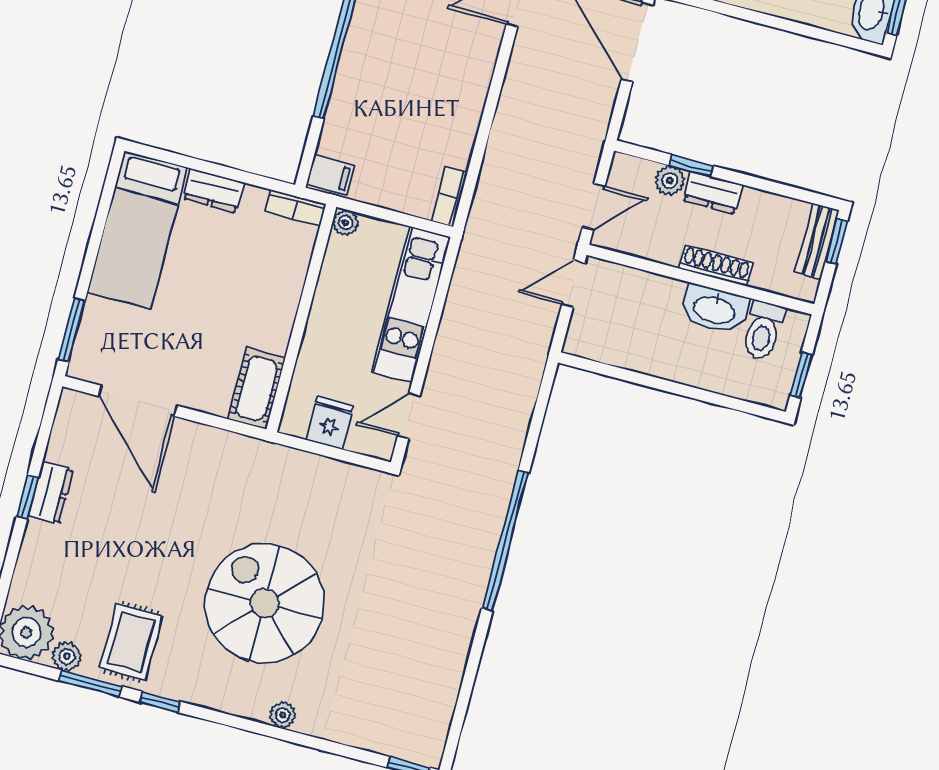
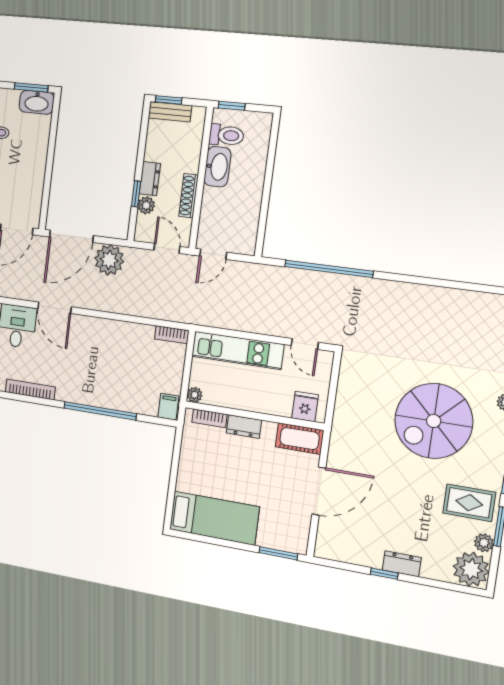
plant: (588, 104) -> (109, 260), added
dresser: (214, 191) -> (244, 427), moved, turned 90
bookcase: (296, 208) -> (209, 418), moved, turned 90
shoe rack: (716, 266) -> (189, 196), moved
door: (573, 284) -> (213, 254), hinge flipped
window: (801, 375) -> (232, 106), moved
door: (138, 401) -> (319, 491), moved
fridge: (330, 423) -> (305, 407), moved, turned 90
dresser: (51, 493) -> (402, 564), moved
window: (505, 541) -> (329, 269), moved

